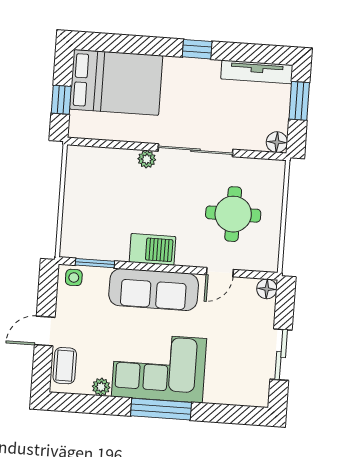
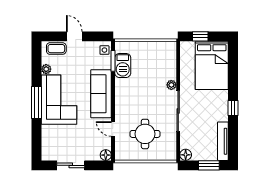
barbecue: (152, 249) -> (123, 65), moved

